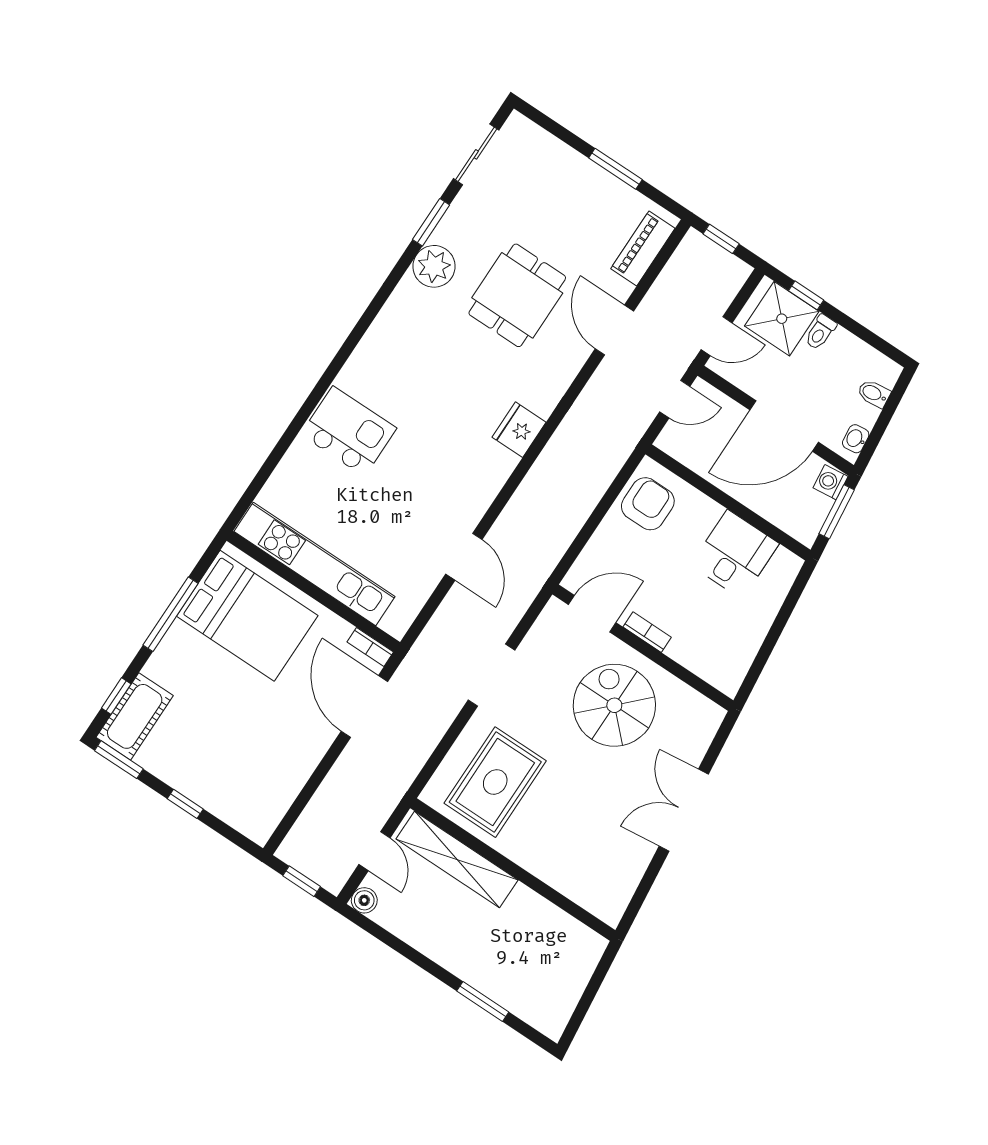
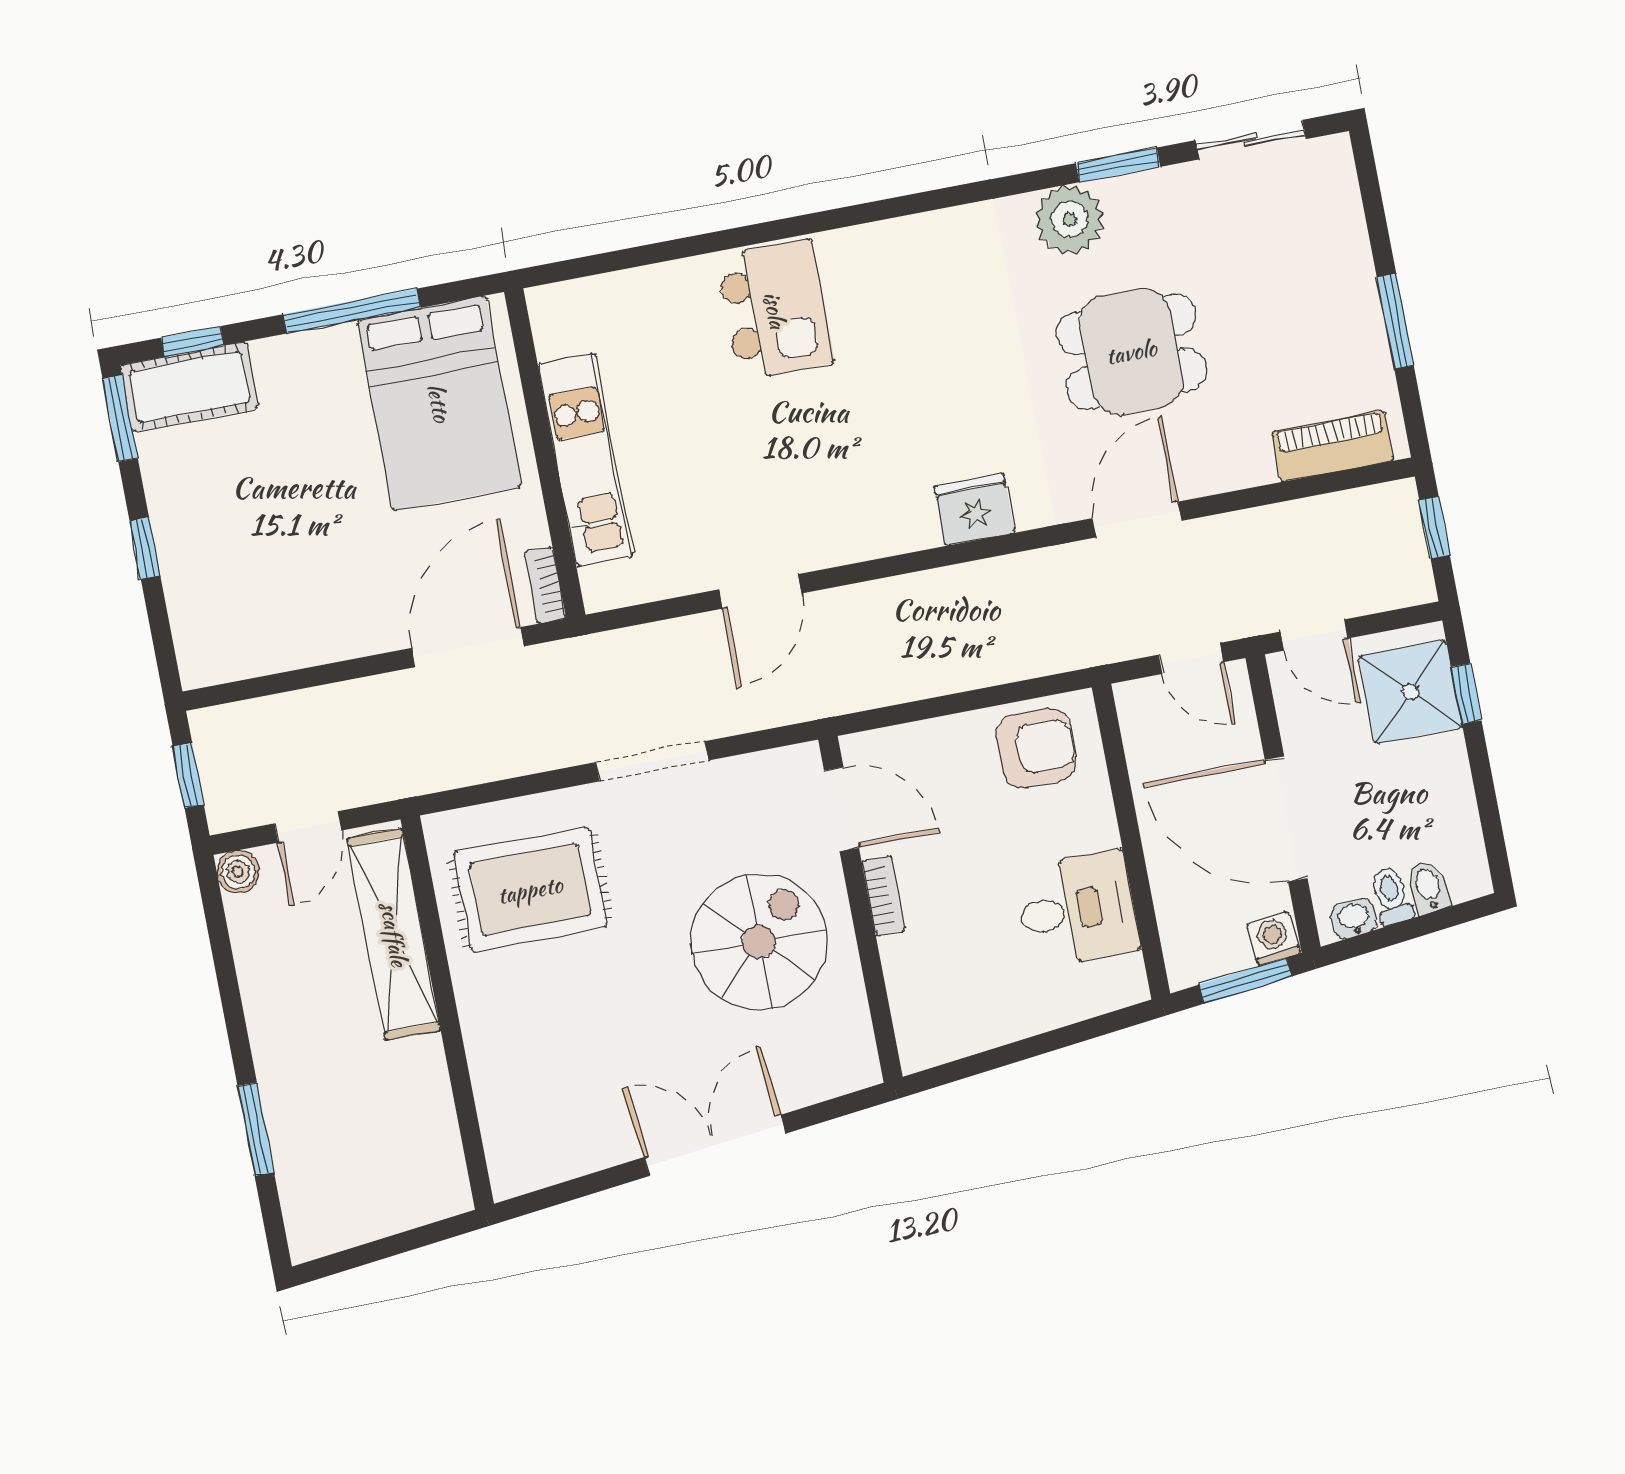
door: (614, 330) -> (1137, 520), moved
toilet: (820, 332) -> (1391, 896), moved, turned 84
kitchen unit: (315, 564) -> (586, 460), width x0.73

